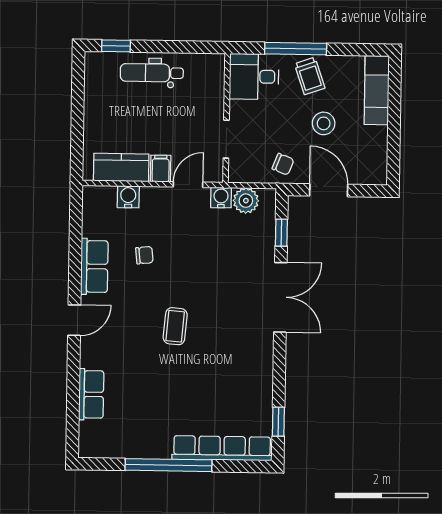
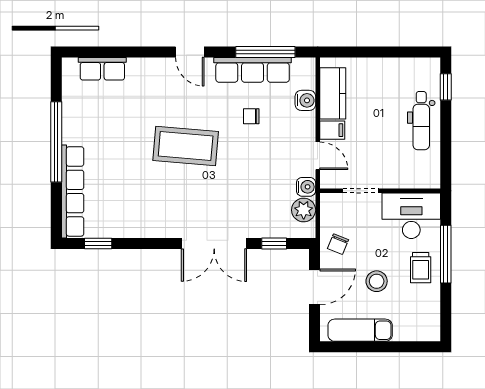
dental chair: (152, 73) -> (421, 121), turned 180
trolley: (310, 76) -> (421, 268), turned -71
desk: (254, 77) -> (411, 216), width x1.37
exam couch: (377, 90) -> (360, 330), moved
window: (76, 239) -> (265, 52), added
chair: (144, 255) -> (251, 116), turned 96
row of seats: (94, 266) -> (253, 70), width x1.48
coffee table: (175, 326) -> (186, 146), width x1.86, depth x1.72
row of seats: (91, 394) -> (102, 69), moved

